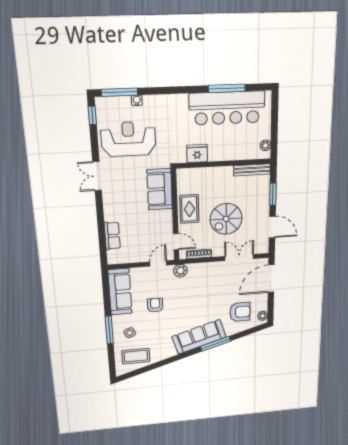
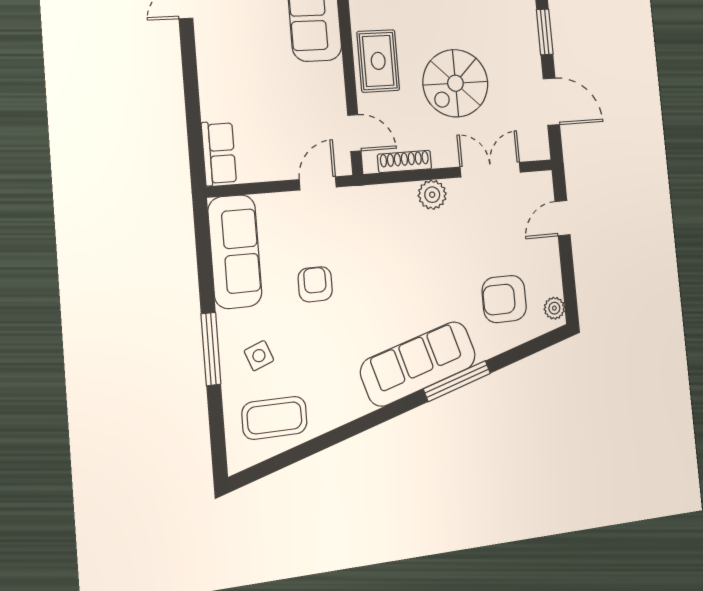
row of seats: (112, 236) -> (219, 153), moved
plant: (180, 271) -> (432, 195), moved
door: (271, 279) -> (563, 218), width x0.53
armchair: (240, 312) -> (504, 299), turned 180

